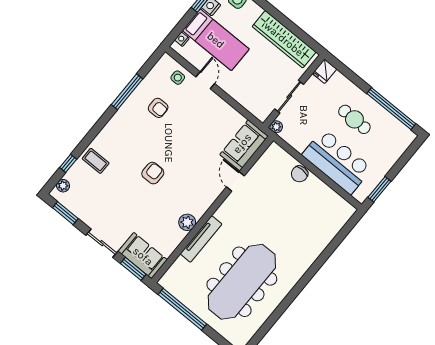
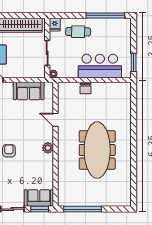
cafe table: (354, 119) -> (78, 32), moved
sofa: (244, 145) -> (29, 91), moved, turned -90
plant: (187, 222) -> (48, 148), moved
tv unit: (201, 239) -> (62, 164), removed
meeting table: (242, 282) -> (97, 150), moved

